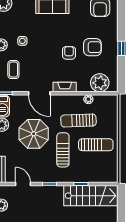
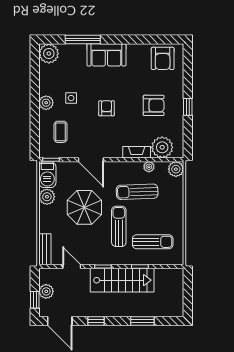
armchair: (69, 53) -> (107, 108), moved
fireplace: (65, 87) -> (137, 152), moved
plant: (111, 101) -> (176, 169), added
sun lounger: (96, 145) -> (153, 242), moved
stairs: (91, 196) -> (122, 280), moved

